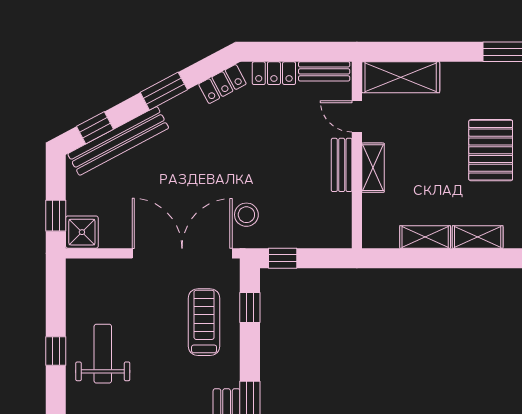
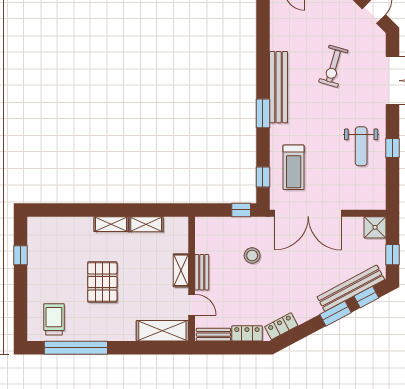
window: (164, 91) -> (335, 313), moved
stool: (246, 215) -> (252, 256), moved
window: (56, 216) -> (392, 255), moved

